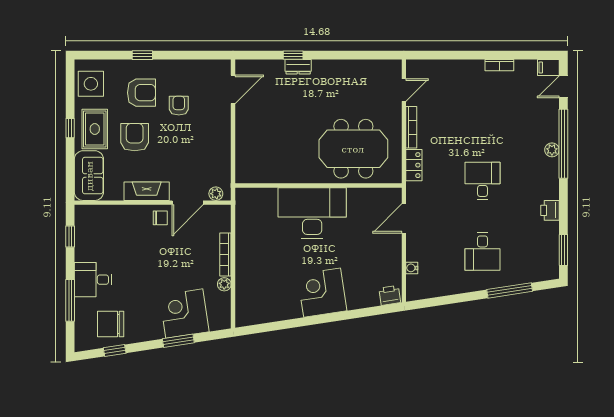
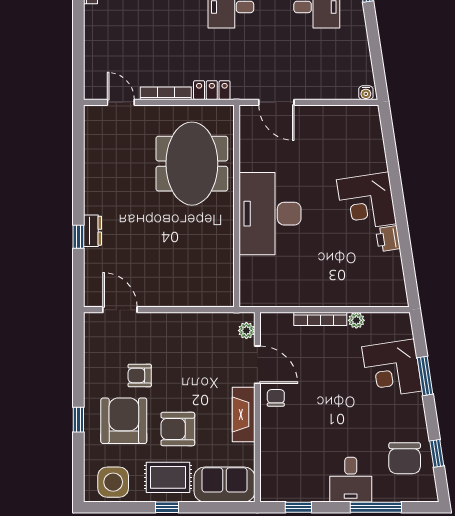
armchair: (141, 93) -> (124, 421), width x1.36, depth x1.36
water cooler: (412, 268) -> (366, 93), moved
printer: (390, 295) -> (388, 239), moved

